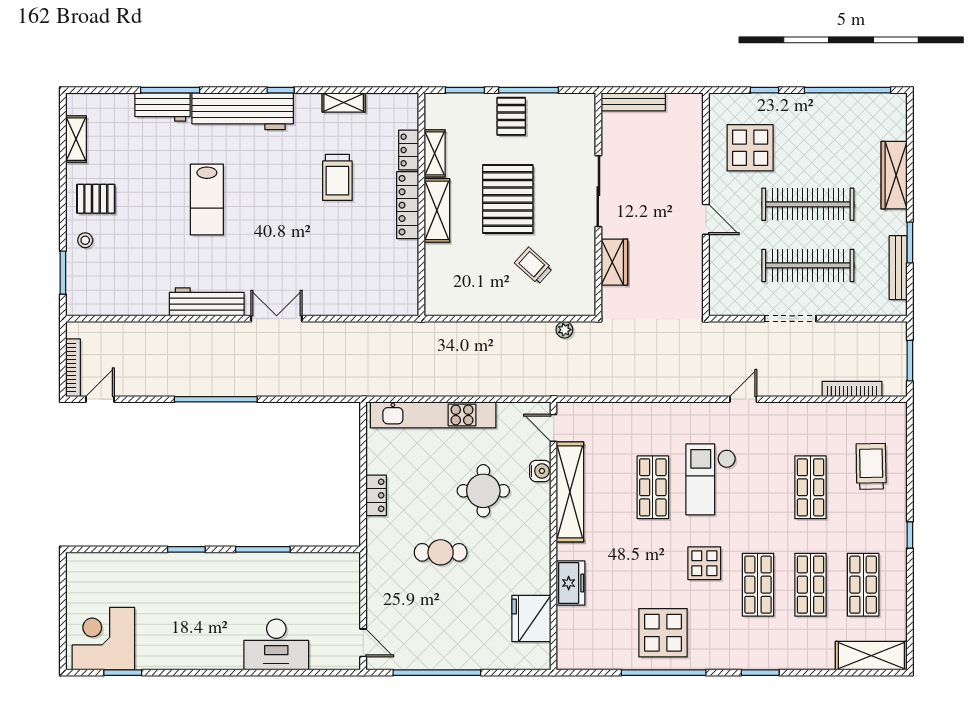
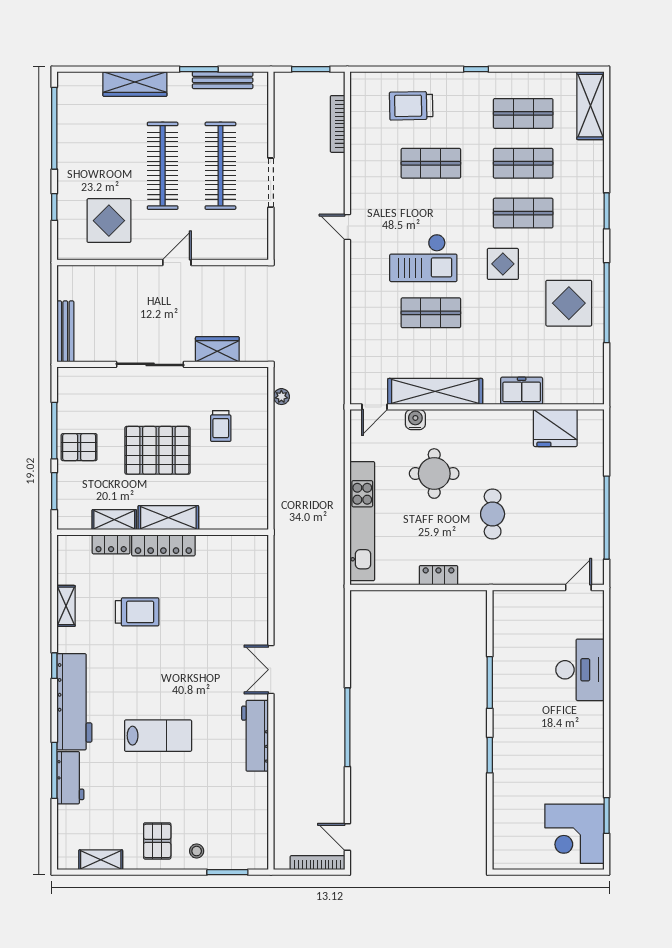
trolley: (533, 266) -> (221, 426), turned -42

